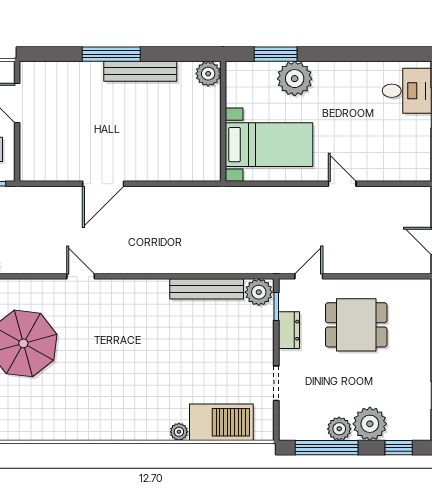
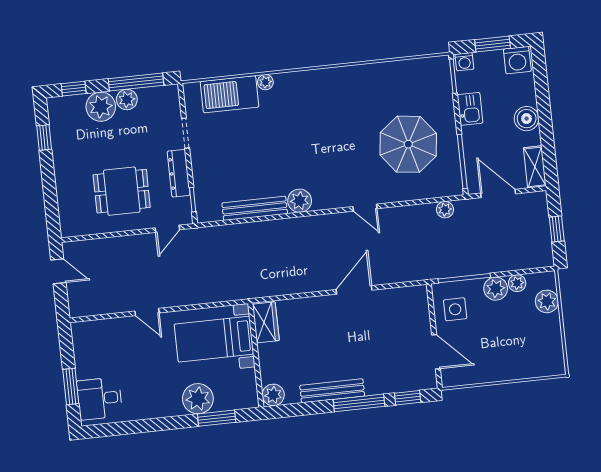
window: (55, 54) -> (408, 398), added
wardrobe: (208, 157) -> (266, 322), added
plant: (259, 292) -> (300, 201), moved
dresser: (289, 330) -> (179, 173), width x1.44

